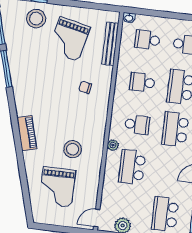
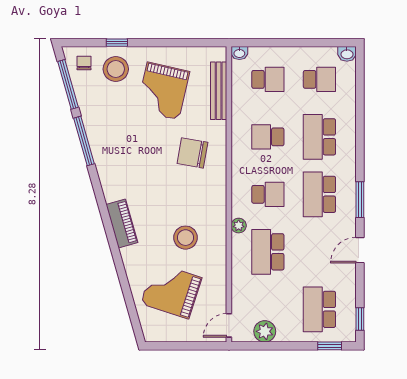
chair: (13, 11) -> (84, 63), added
school desk: (147, 40) -> (268, 79), turned 180
chair: (85, 87) -> (192, 153), width x1.87, depth x1.87
grand piano: (57, 187) -> (171, 291), turned 108

